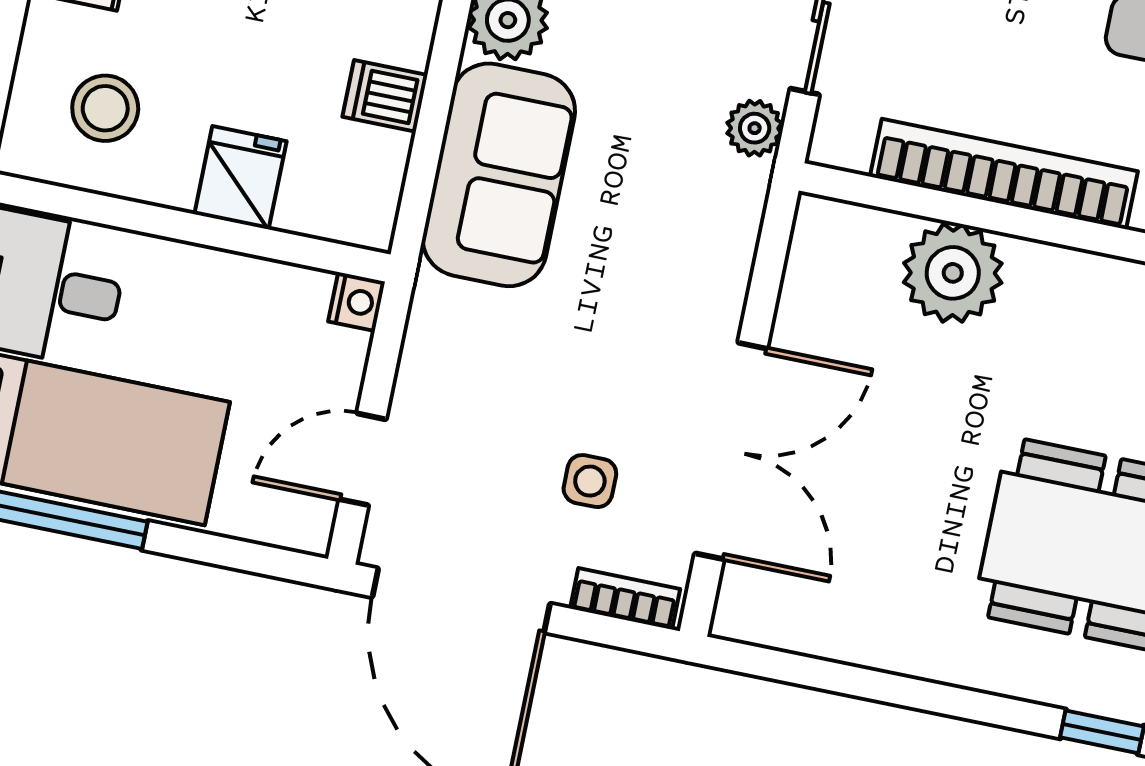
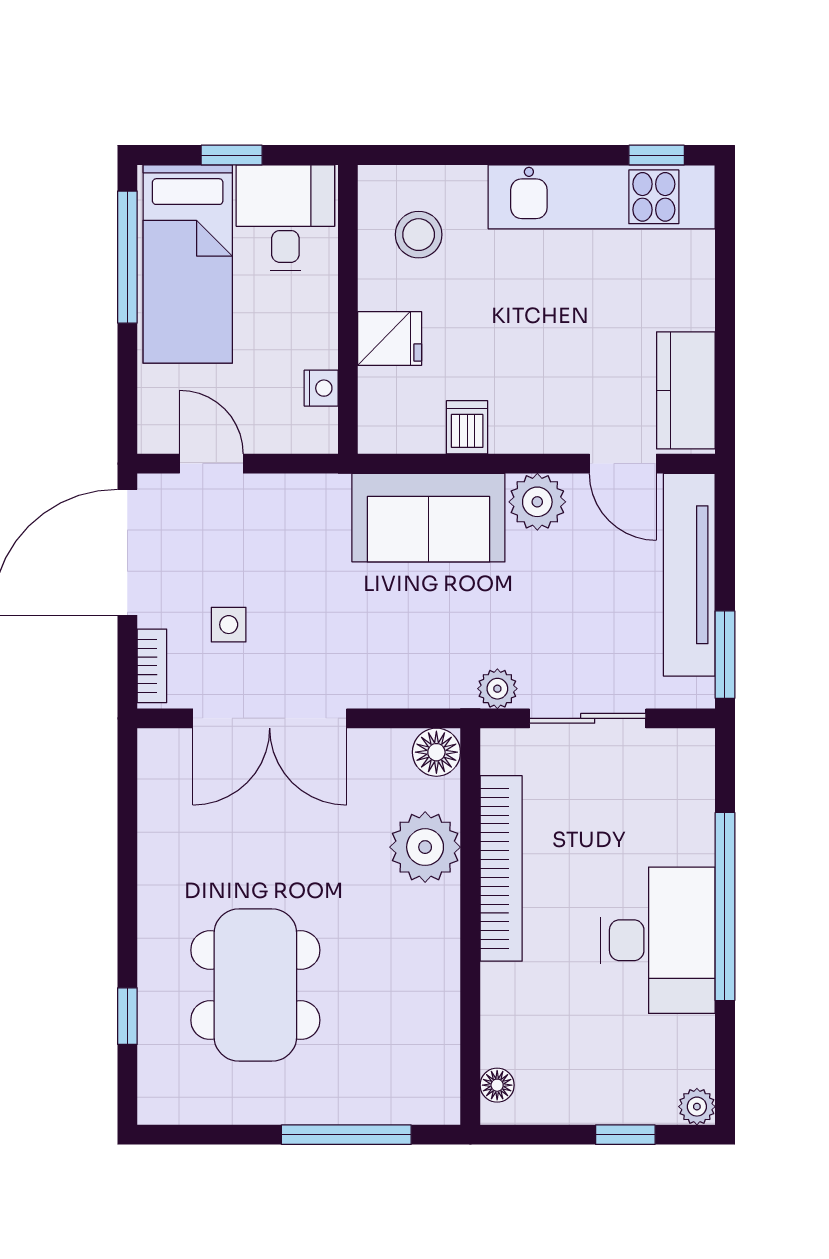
floor lamp: (825, 230) -> (436, 752), added
nightstand: (357, 302) -> (321, 388), moved, turned -90

